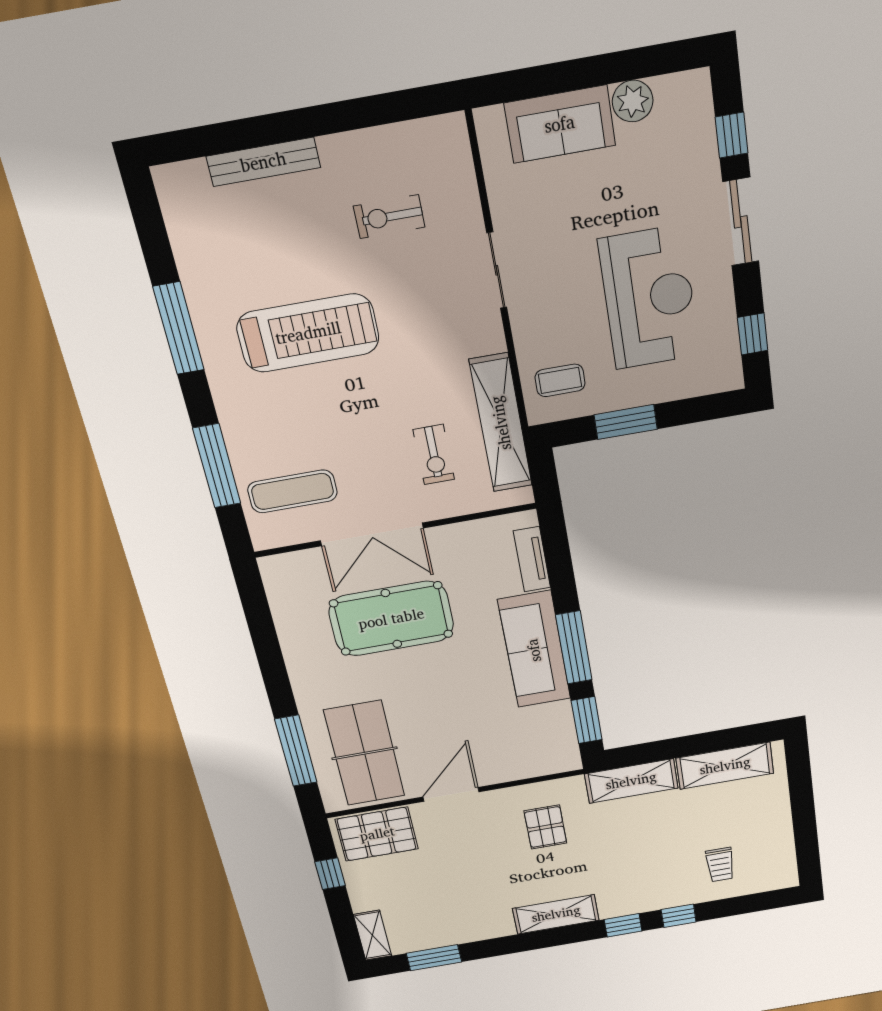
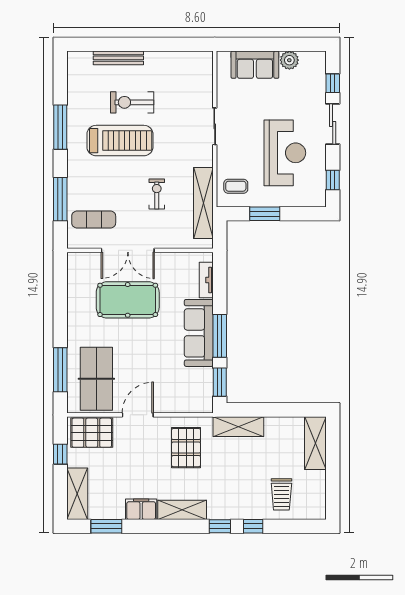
exercise bike: (389, 217) -> (132, 102), moved, width x1.38, depth x1.39
exercise bike: (434, 455) -> (157, 194), moved, turned 180
shelving: (725, 766) -> (315, 443), moved, turned 90
pallet: (545, 827) -> (186, 448), width x1.50, depth x1.42
trolley: (720, 865) -> (281, 494), width x1.36, depth x1.39
filing cabinet: (487, 925) -> (141, 509), added
shelving: (373, 935) -> (77, 494), width x1.50, depth x1.33

